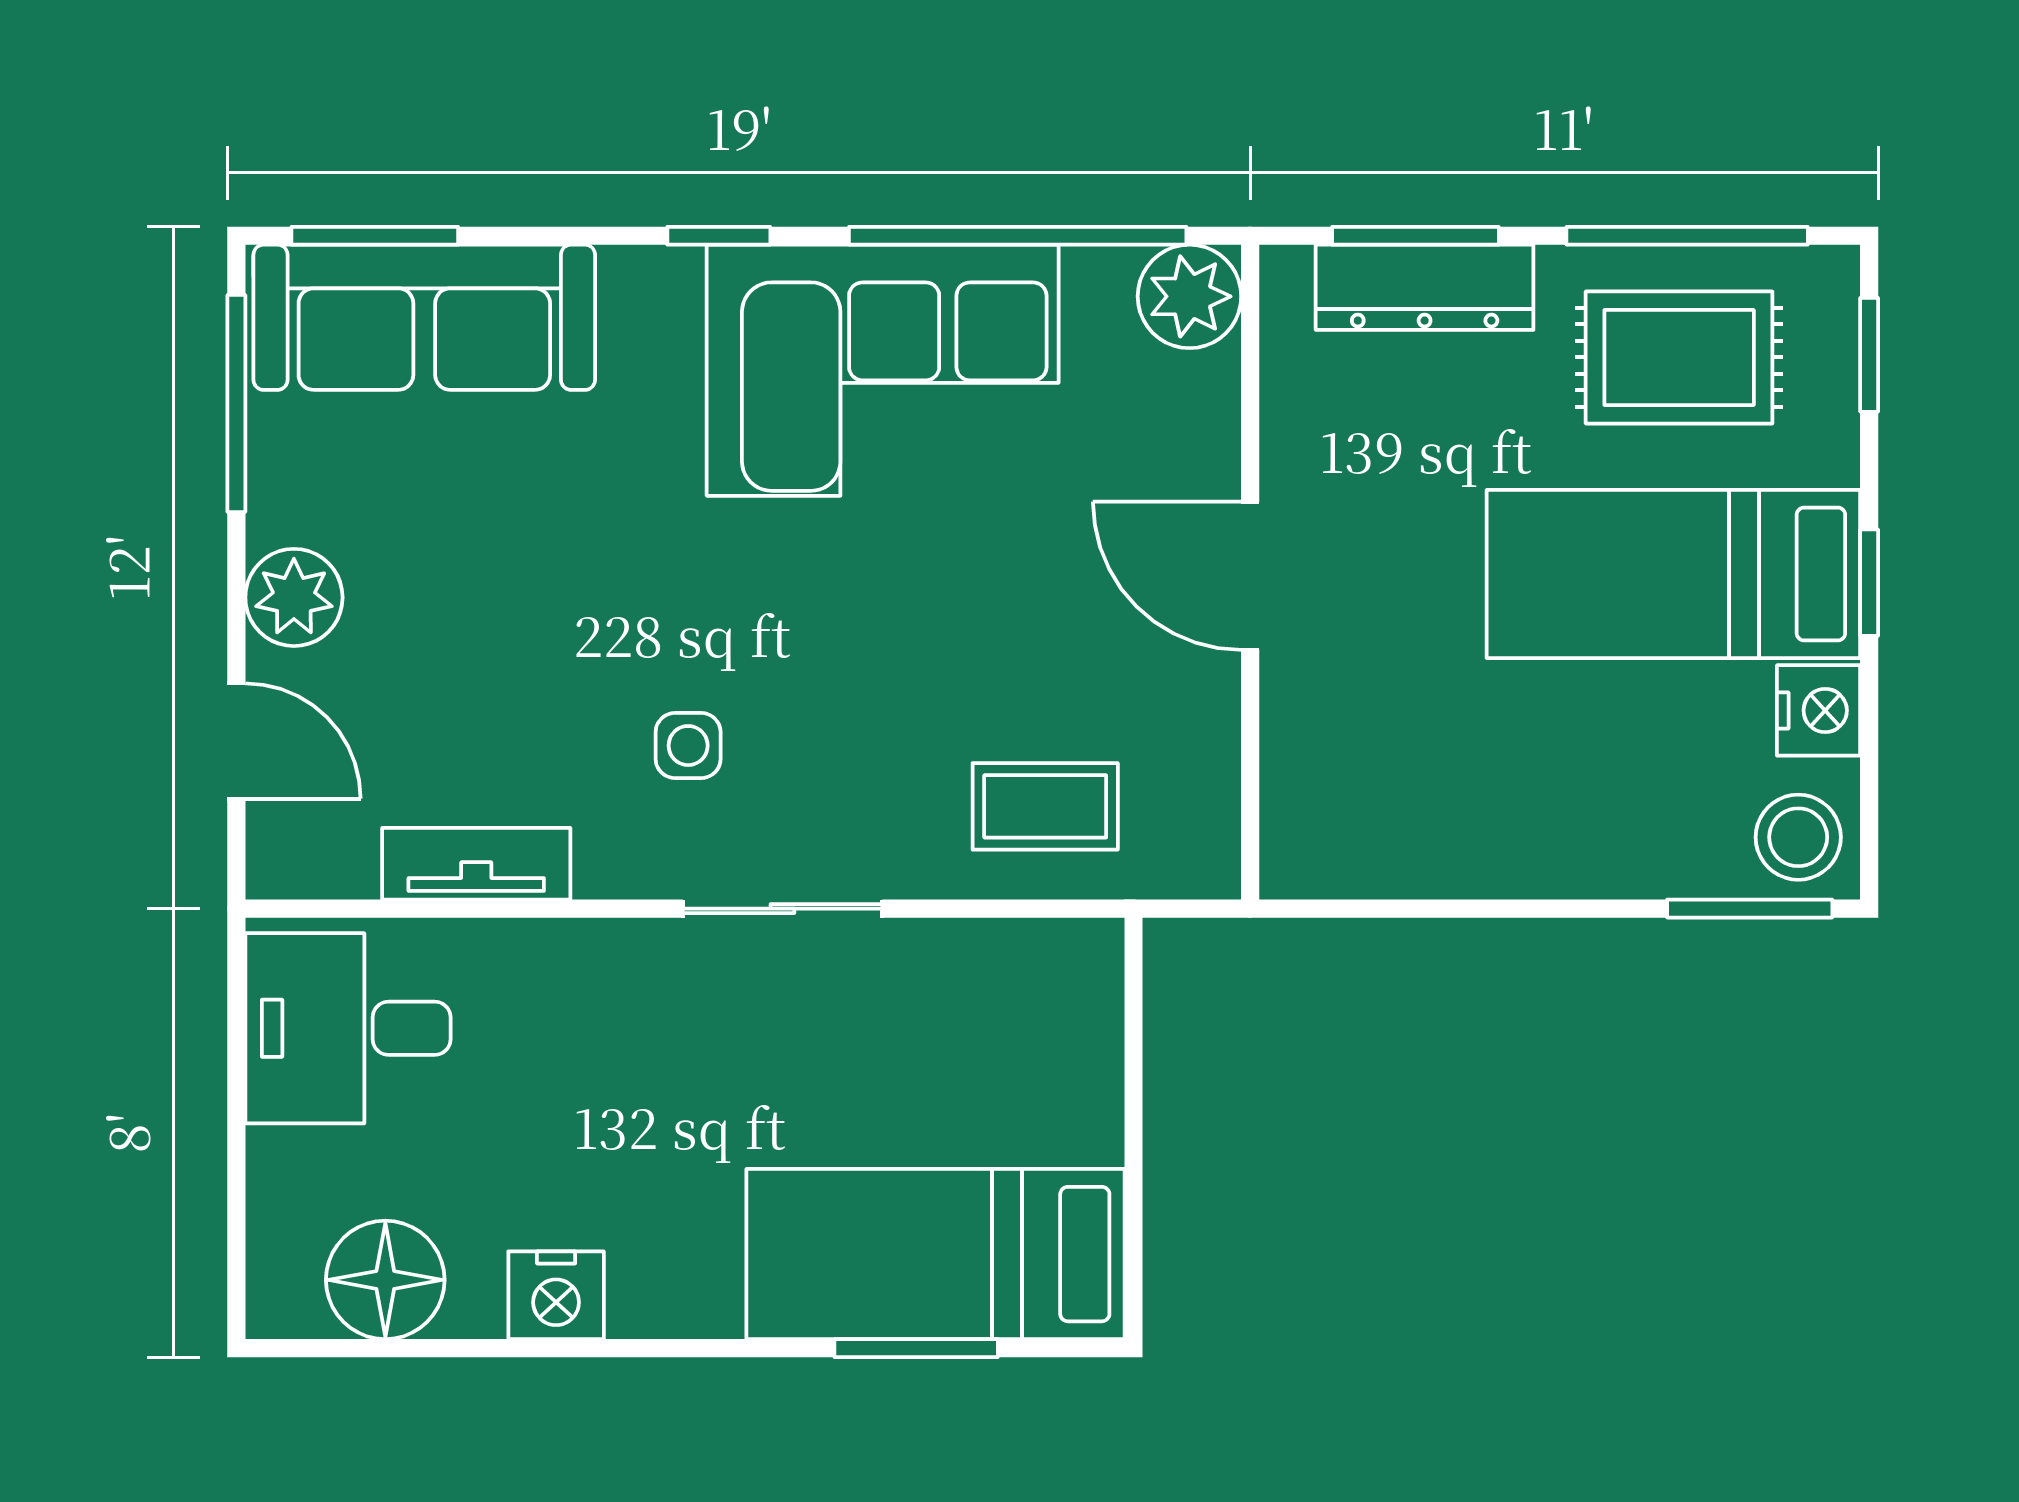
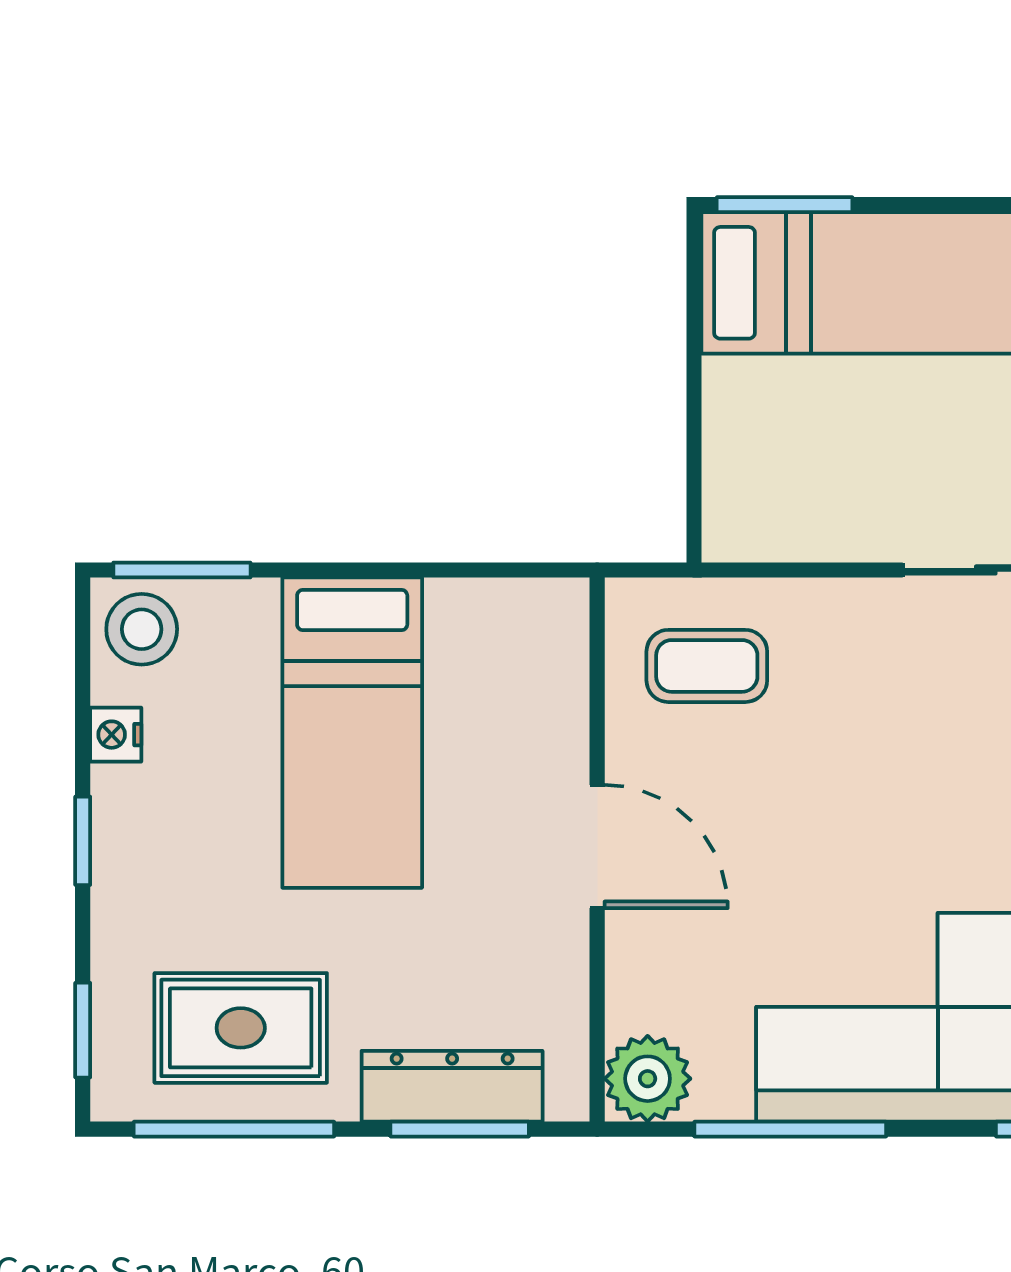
window: (1018, 236) -> (790, 1129), width x0.68
bed: (1673, 574) -> (352, 733), moved, turned 90
nightstand: (1819, 710) -> (116, 735), width x0.72, depth x0.74
coffee table: (1045, 806) -> (707, 666), moved
window: (916, 1348) -> (785, 205), moved

